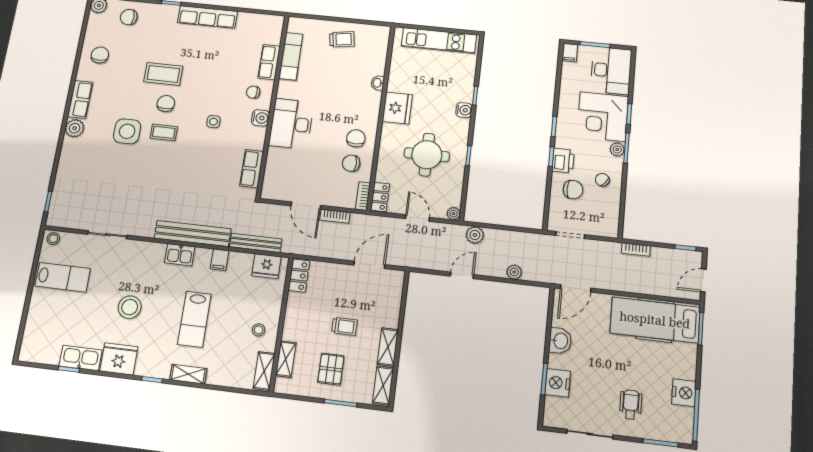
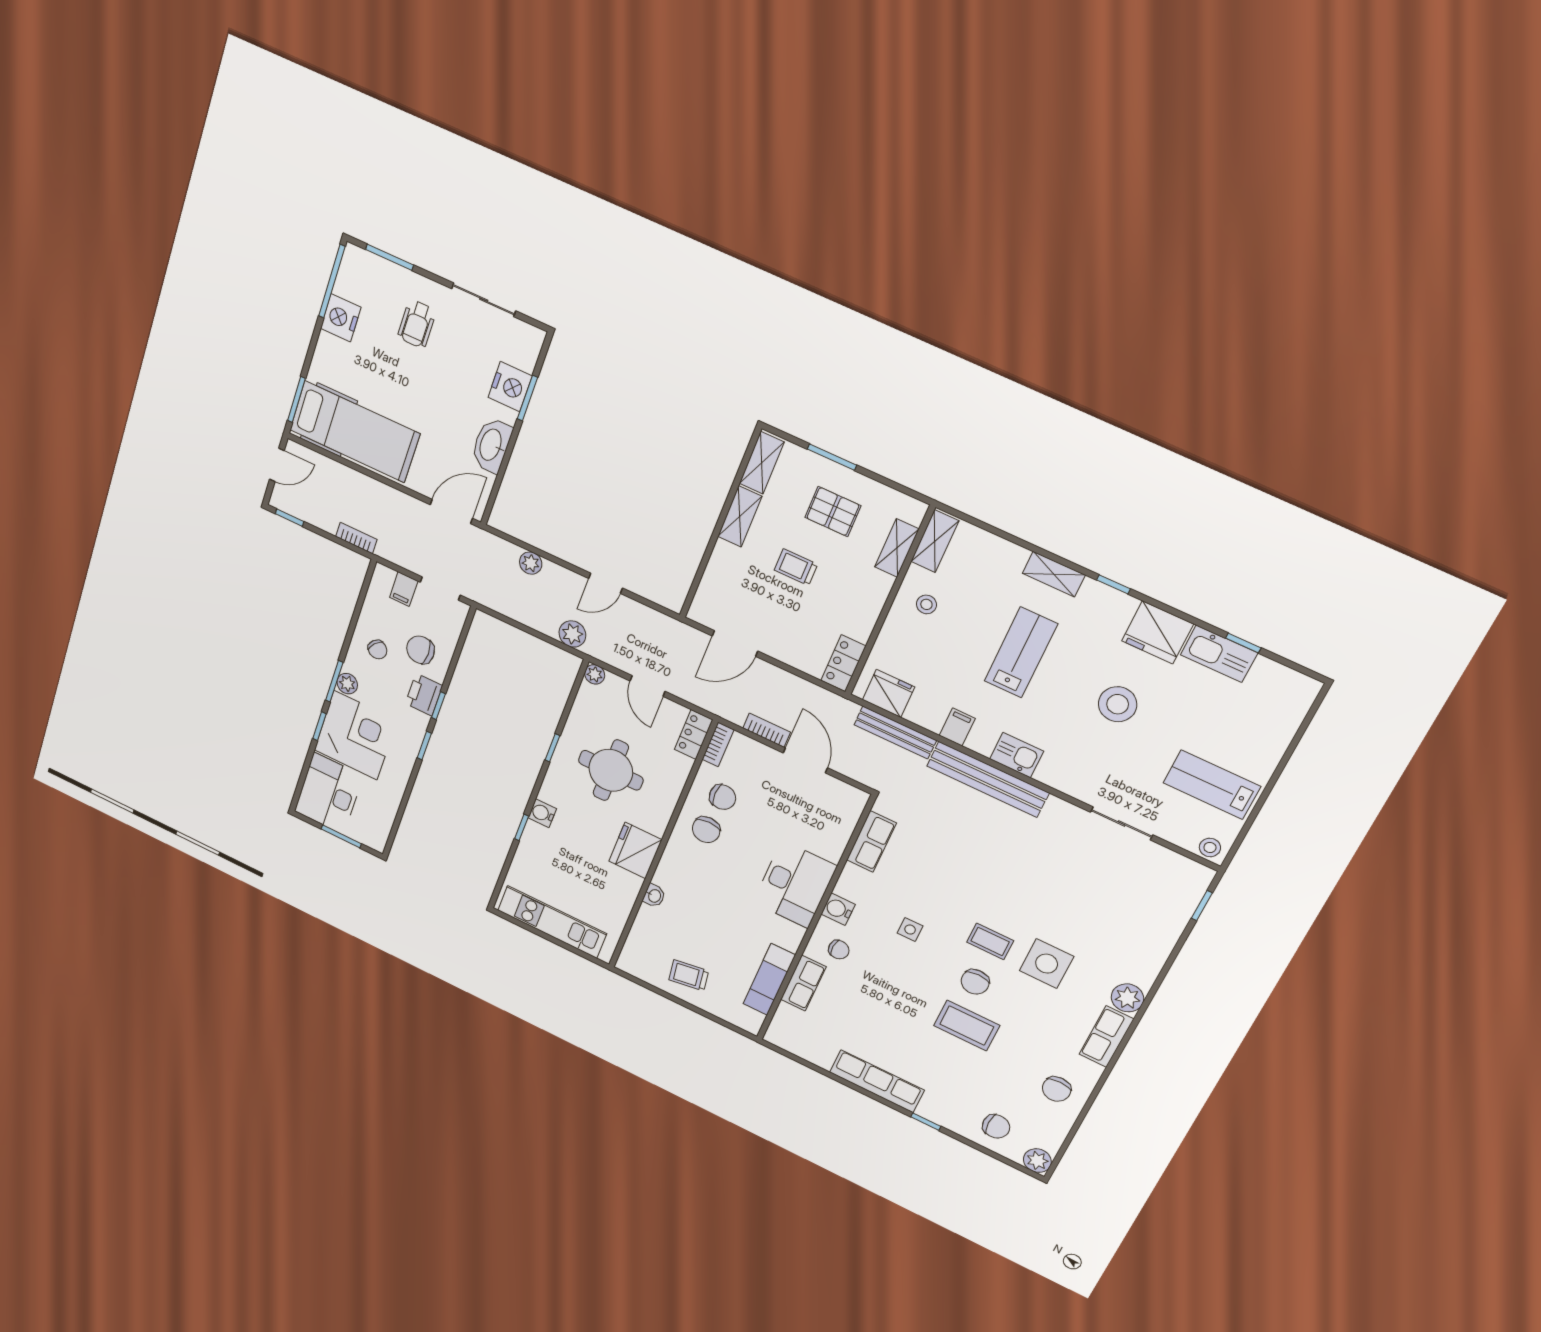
filing cabinet: (570, 53) -> (404, 589), moved, turned 180
washbasin: (560, 341) -> (491, 445), width x1.38
pallet: (331, 369) -> (833, 512), turned 90

